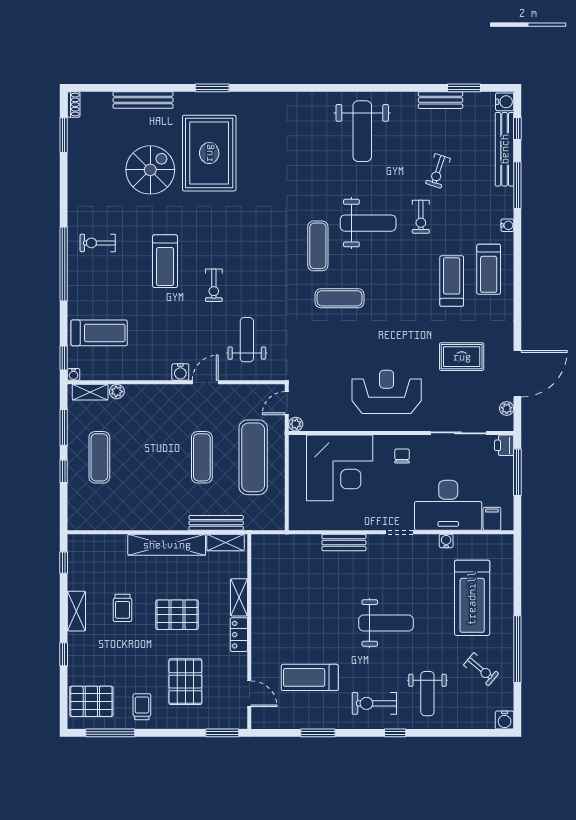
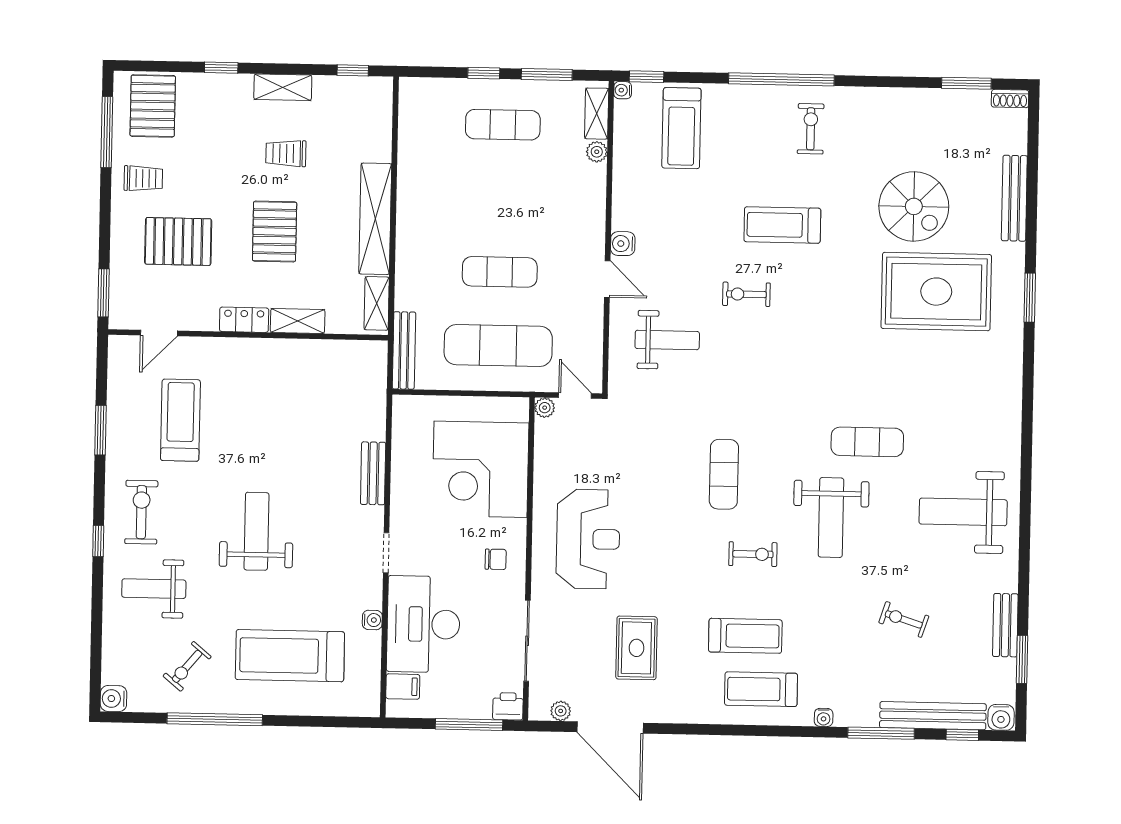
exercise bike: (421, 217) -> (753, 554), moved, turned 180
exercise mat: (318, 246) -> (867, 442), moved
bench: (216, 523) -> (404, 350), moved
weight bench: (386, 623) -> (256, 531), turned 180

